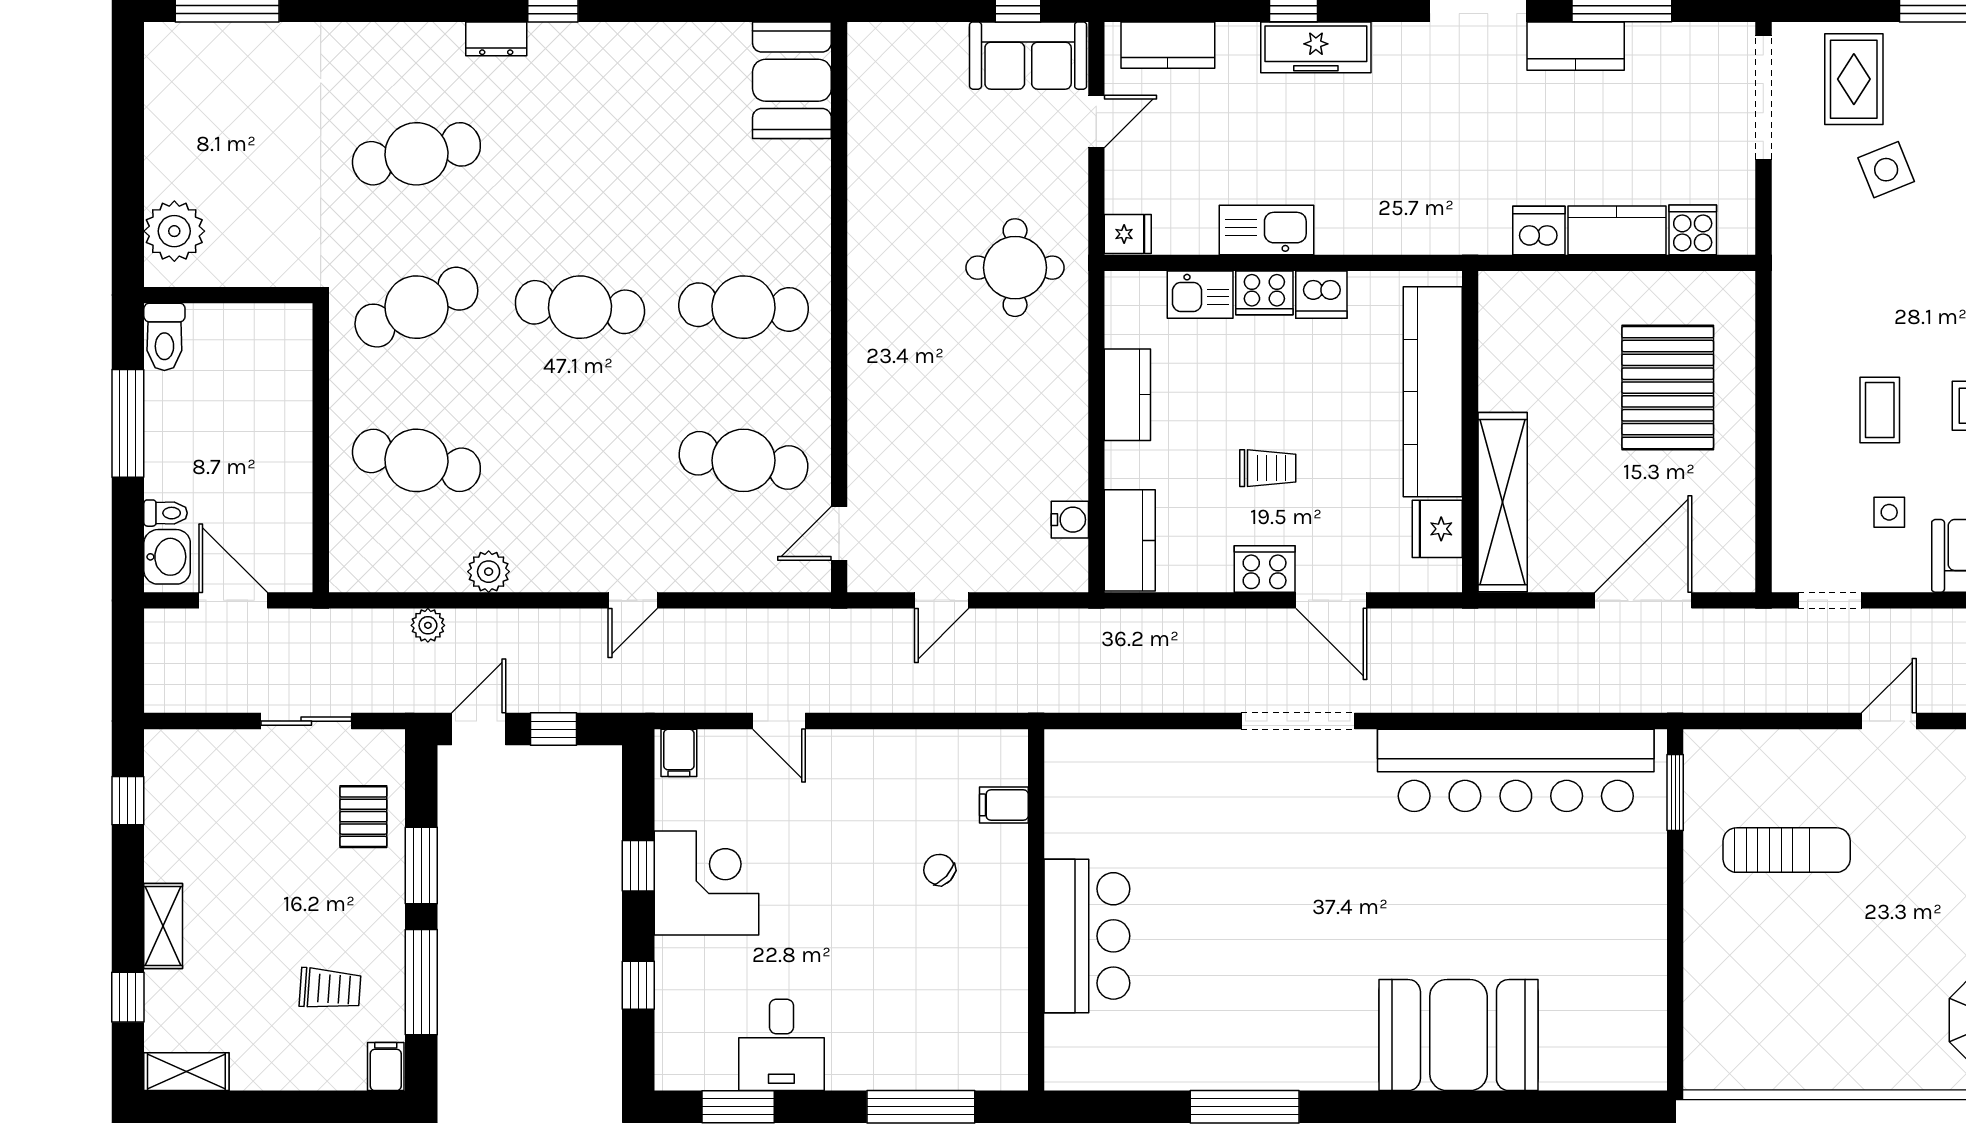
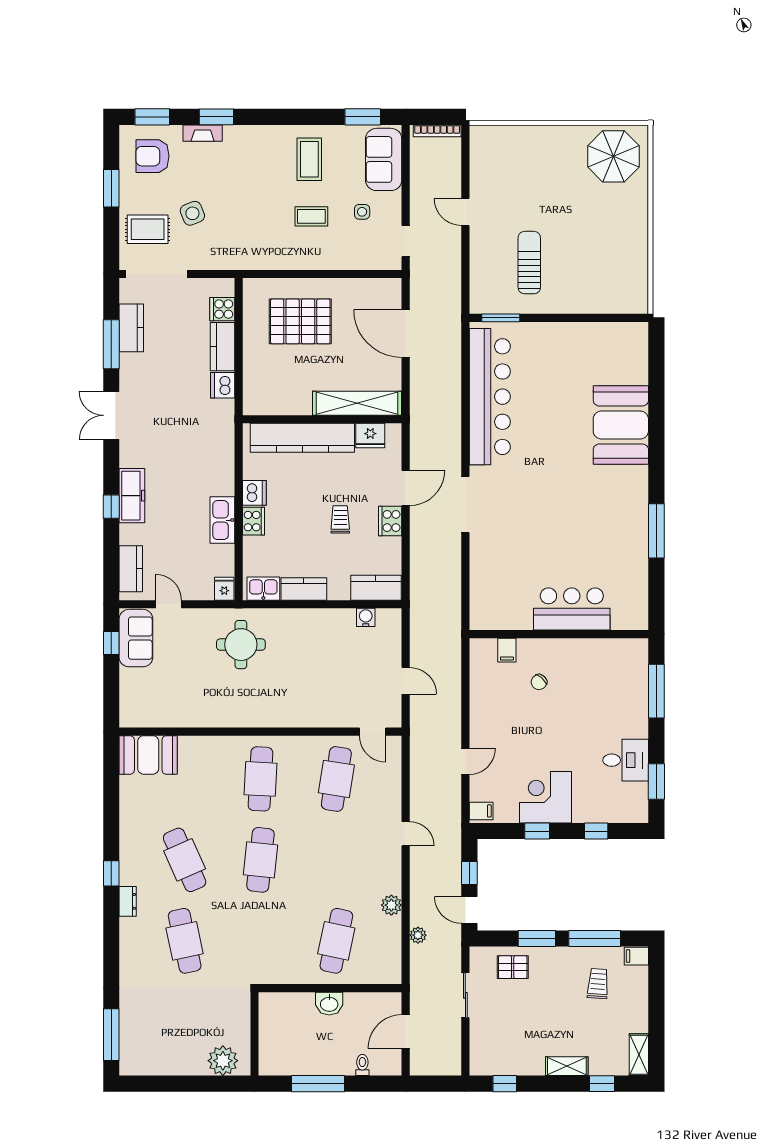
kitchen counter: (1576, 46) -> (131, 328), moved
kitchen sink: (1200, 295) -> (263, 589), moved, turned -90
cafe table: (416, 307) -> (185, 860), moved
toilet: (164, 337) -> (275, 1066), removed
washbasin: (167, 557) -> (329, 1004), moved, turned 180

